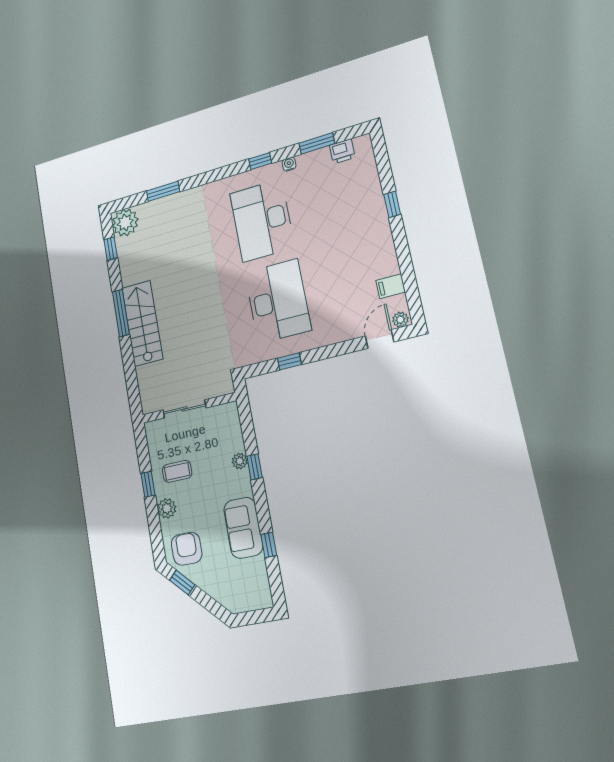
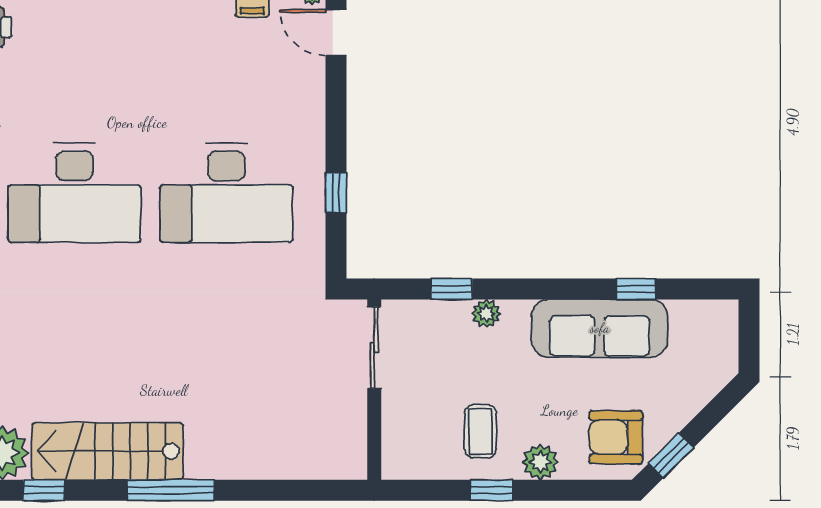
desk: (278, 301) -> (226, 193), turned 180
stairs: (142, 323) -> (107, 451), moved
sliding door: (184, 409) -> (374, 348), moved
window: (255, 467) -> (452, 289), moved
sofa: (243, 528) -> (600, 328), width x1.36

